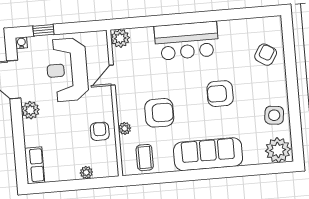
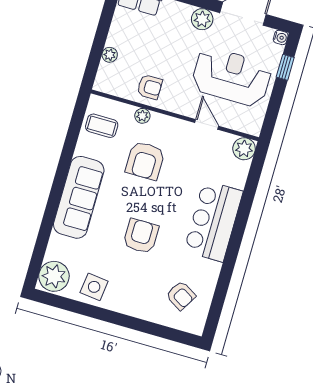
armchair: (266, 55) -> (181, 295), moved

